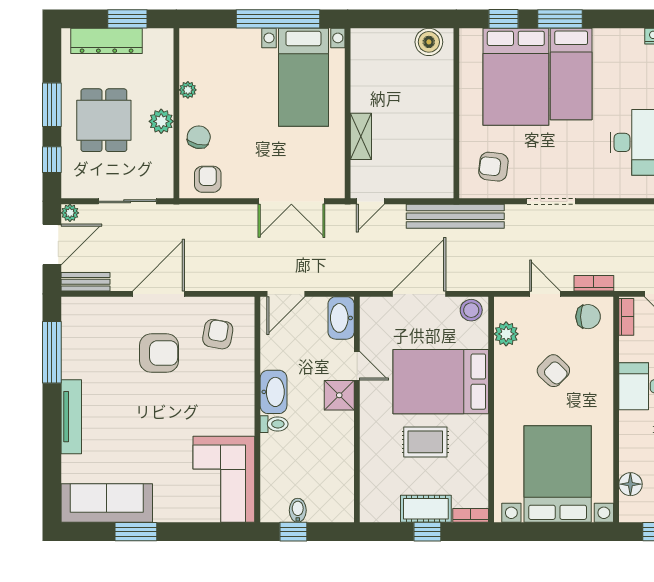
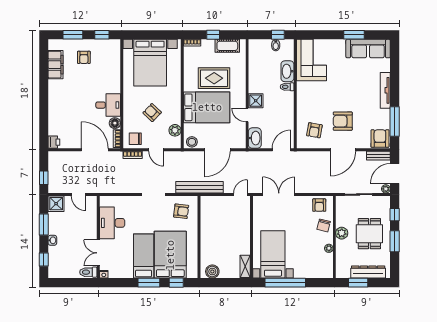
shelving: (361, 136) -> (245, 266), moved
armchair: (82, 317) -> (380, 139), added
washbasin: (273, 392) -> (287, 71), moved
rug: (425, 442) -> (214, 78), width x1.36, depth x1.43
floor lamp: (630, 484) -> (115, 123), moved
cot: (426, 509) -> (227, 46), moved

